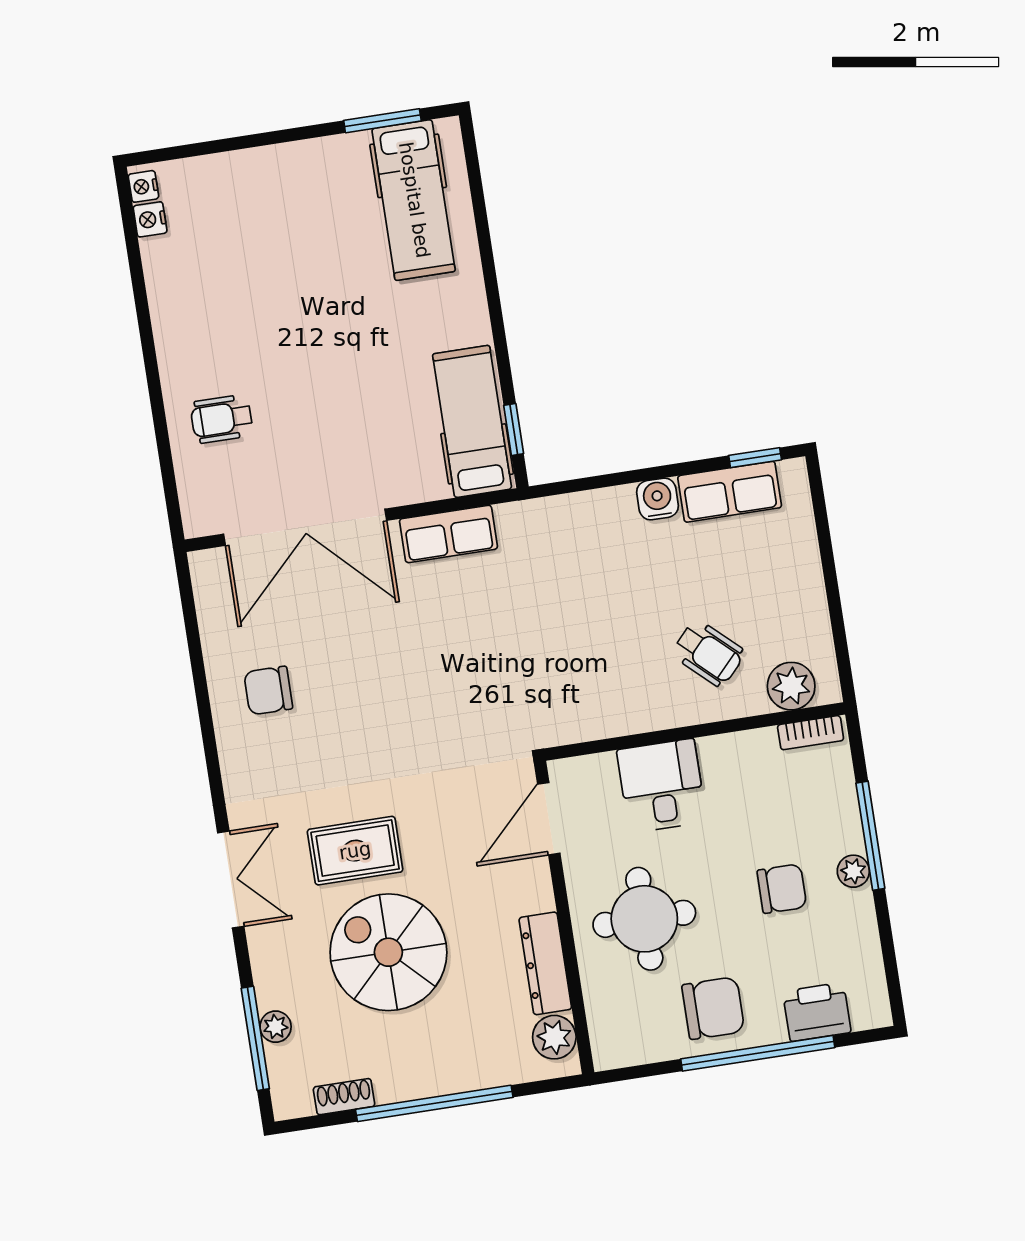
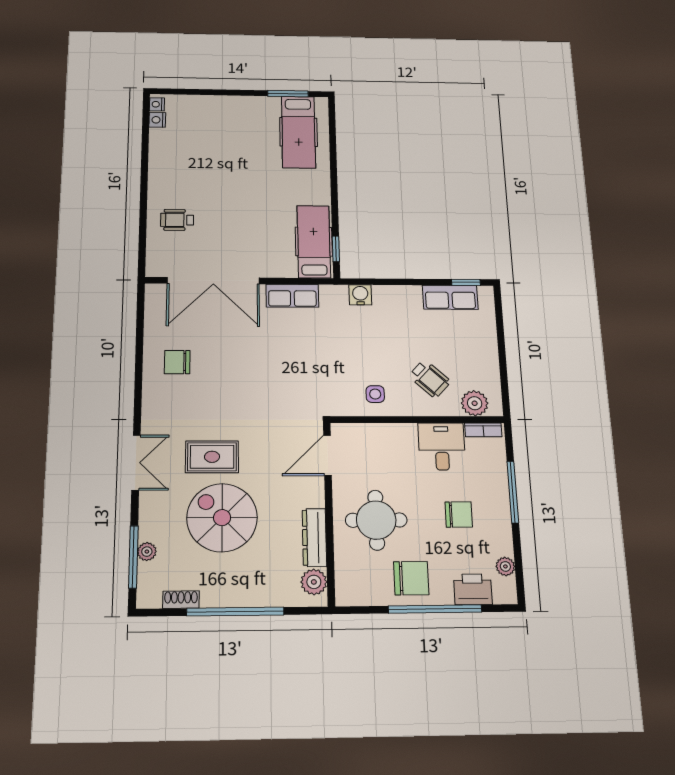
water cooler: (658, 499) -> (360, 295), moved
side table: (617, 696) -> (375, 394), added
desk: (662, 786) -> (442, 446), moved
plant: (853, 871) -> (505, 566), moved

